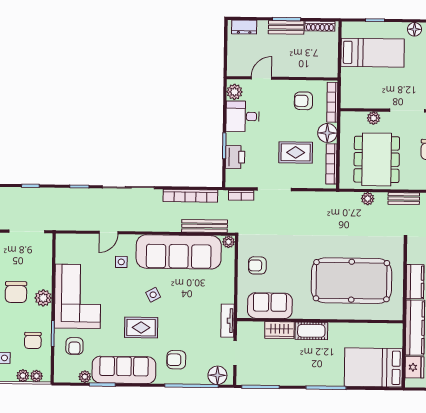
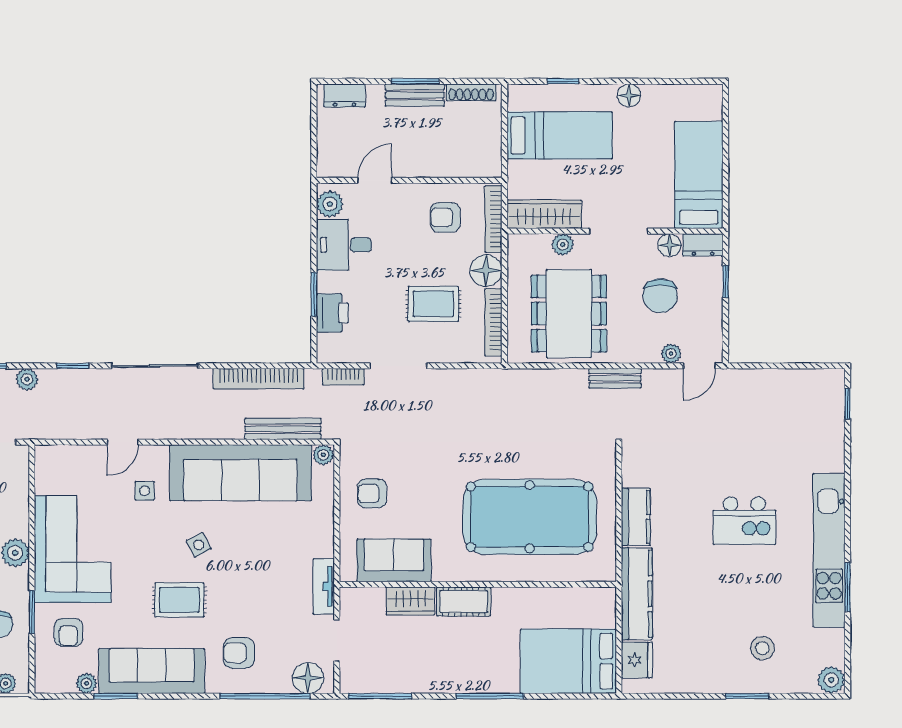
wardrobe: (363, 100) -> (544, 214), added
plant: (368, 199) -> (27, 379), moved

